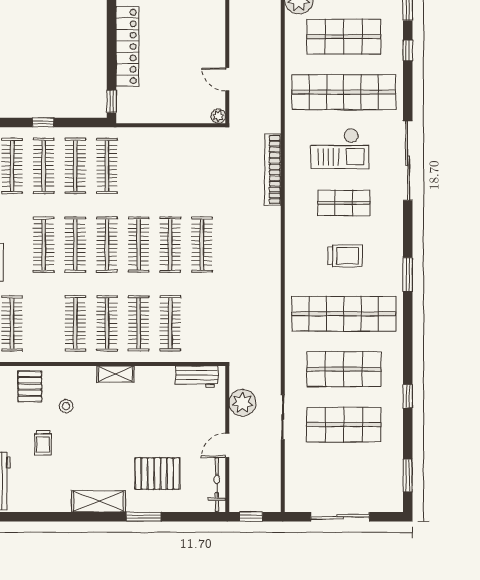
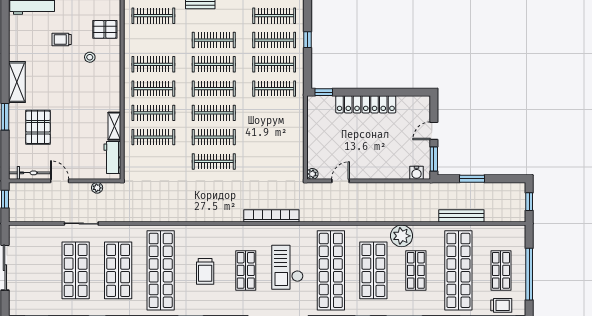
shelving: (115, 374) -> (114, 126), moved
plant: (242, 403) -> (97, 188), width x0.53, depth x0.53

